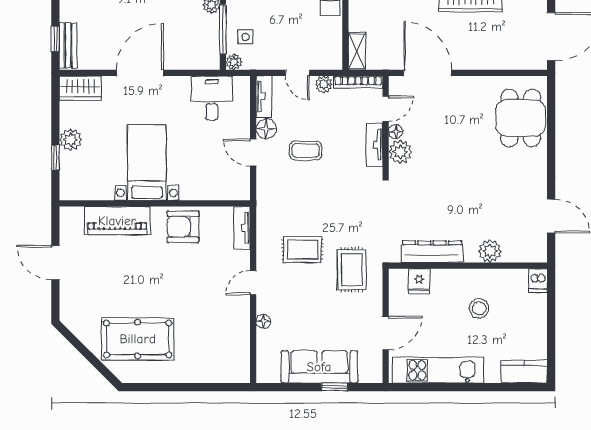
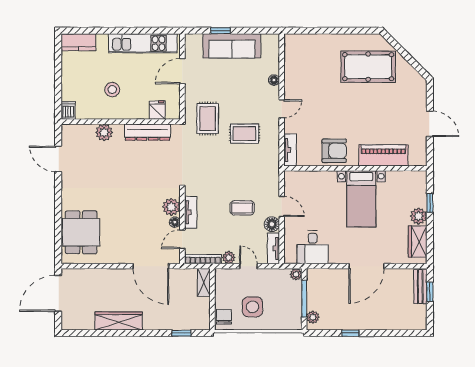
side table: (246, 37) -> (252, 307), moved, width x1.87, depth x1.87
wardrobe: (80, 88) -> (418, 241), moved, turned -90

